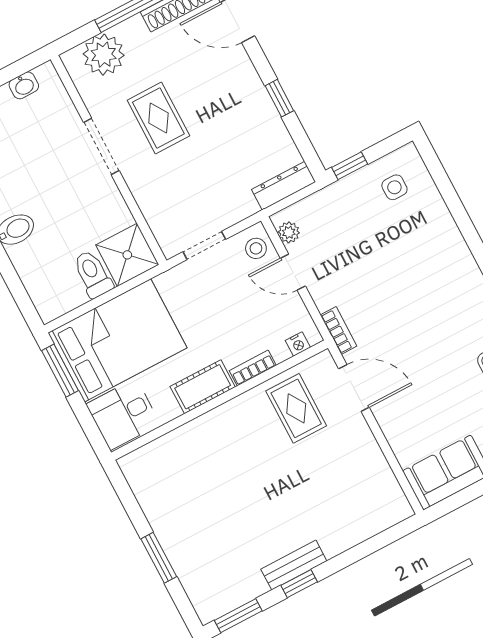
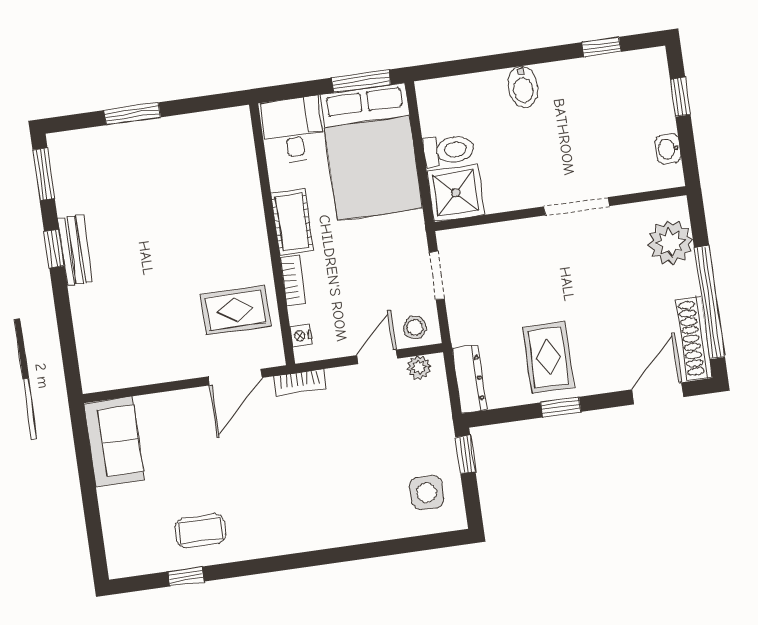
rug: (158, 118) -> (548, 357), moved, turned 90
side table: (394, 187) -> (427, 493), width x1.37, depth x1.37

